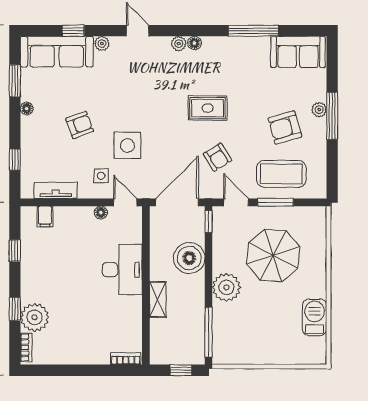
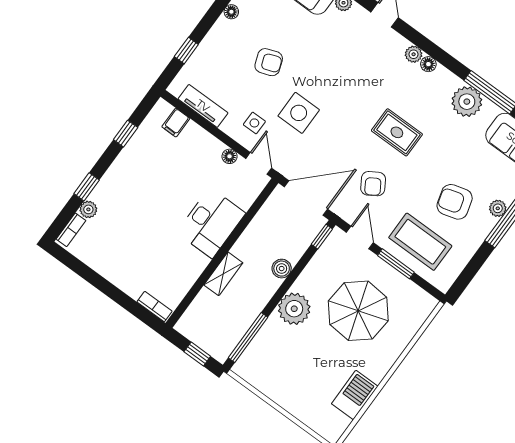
plant: (241, 50) -> (467, 102), added
boiler: (189, 258) -> (282, 269), width x0.54, depth x0.54
plant: (35, 317) -> (88, 209), width x0.53, depth x0.53

